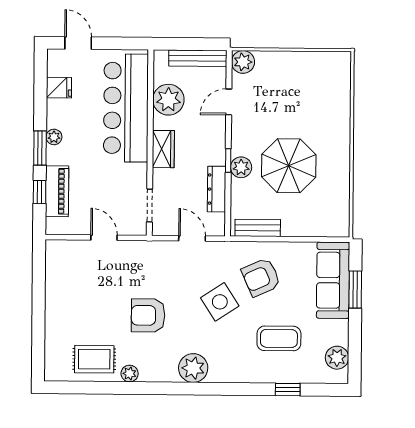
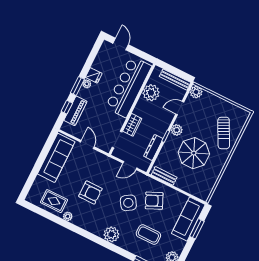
fridge: (59, 88) -> (94, 75), moved
sun lounger: (322, 108) -> (224, 133), added
wardrobe: (163, 149) -> (132, 125), moved
plant: (241, 167) -> (177, 130), moved
door: (192, 238) -> (130, 166), swing flipped
sofa: (63, 285) -> (56, 158), added
armchair: (148, 315) -> (90, 193), turned 180
plant: (193, 368) -> (111, 234), moved

